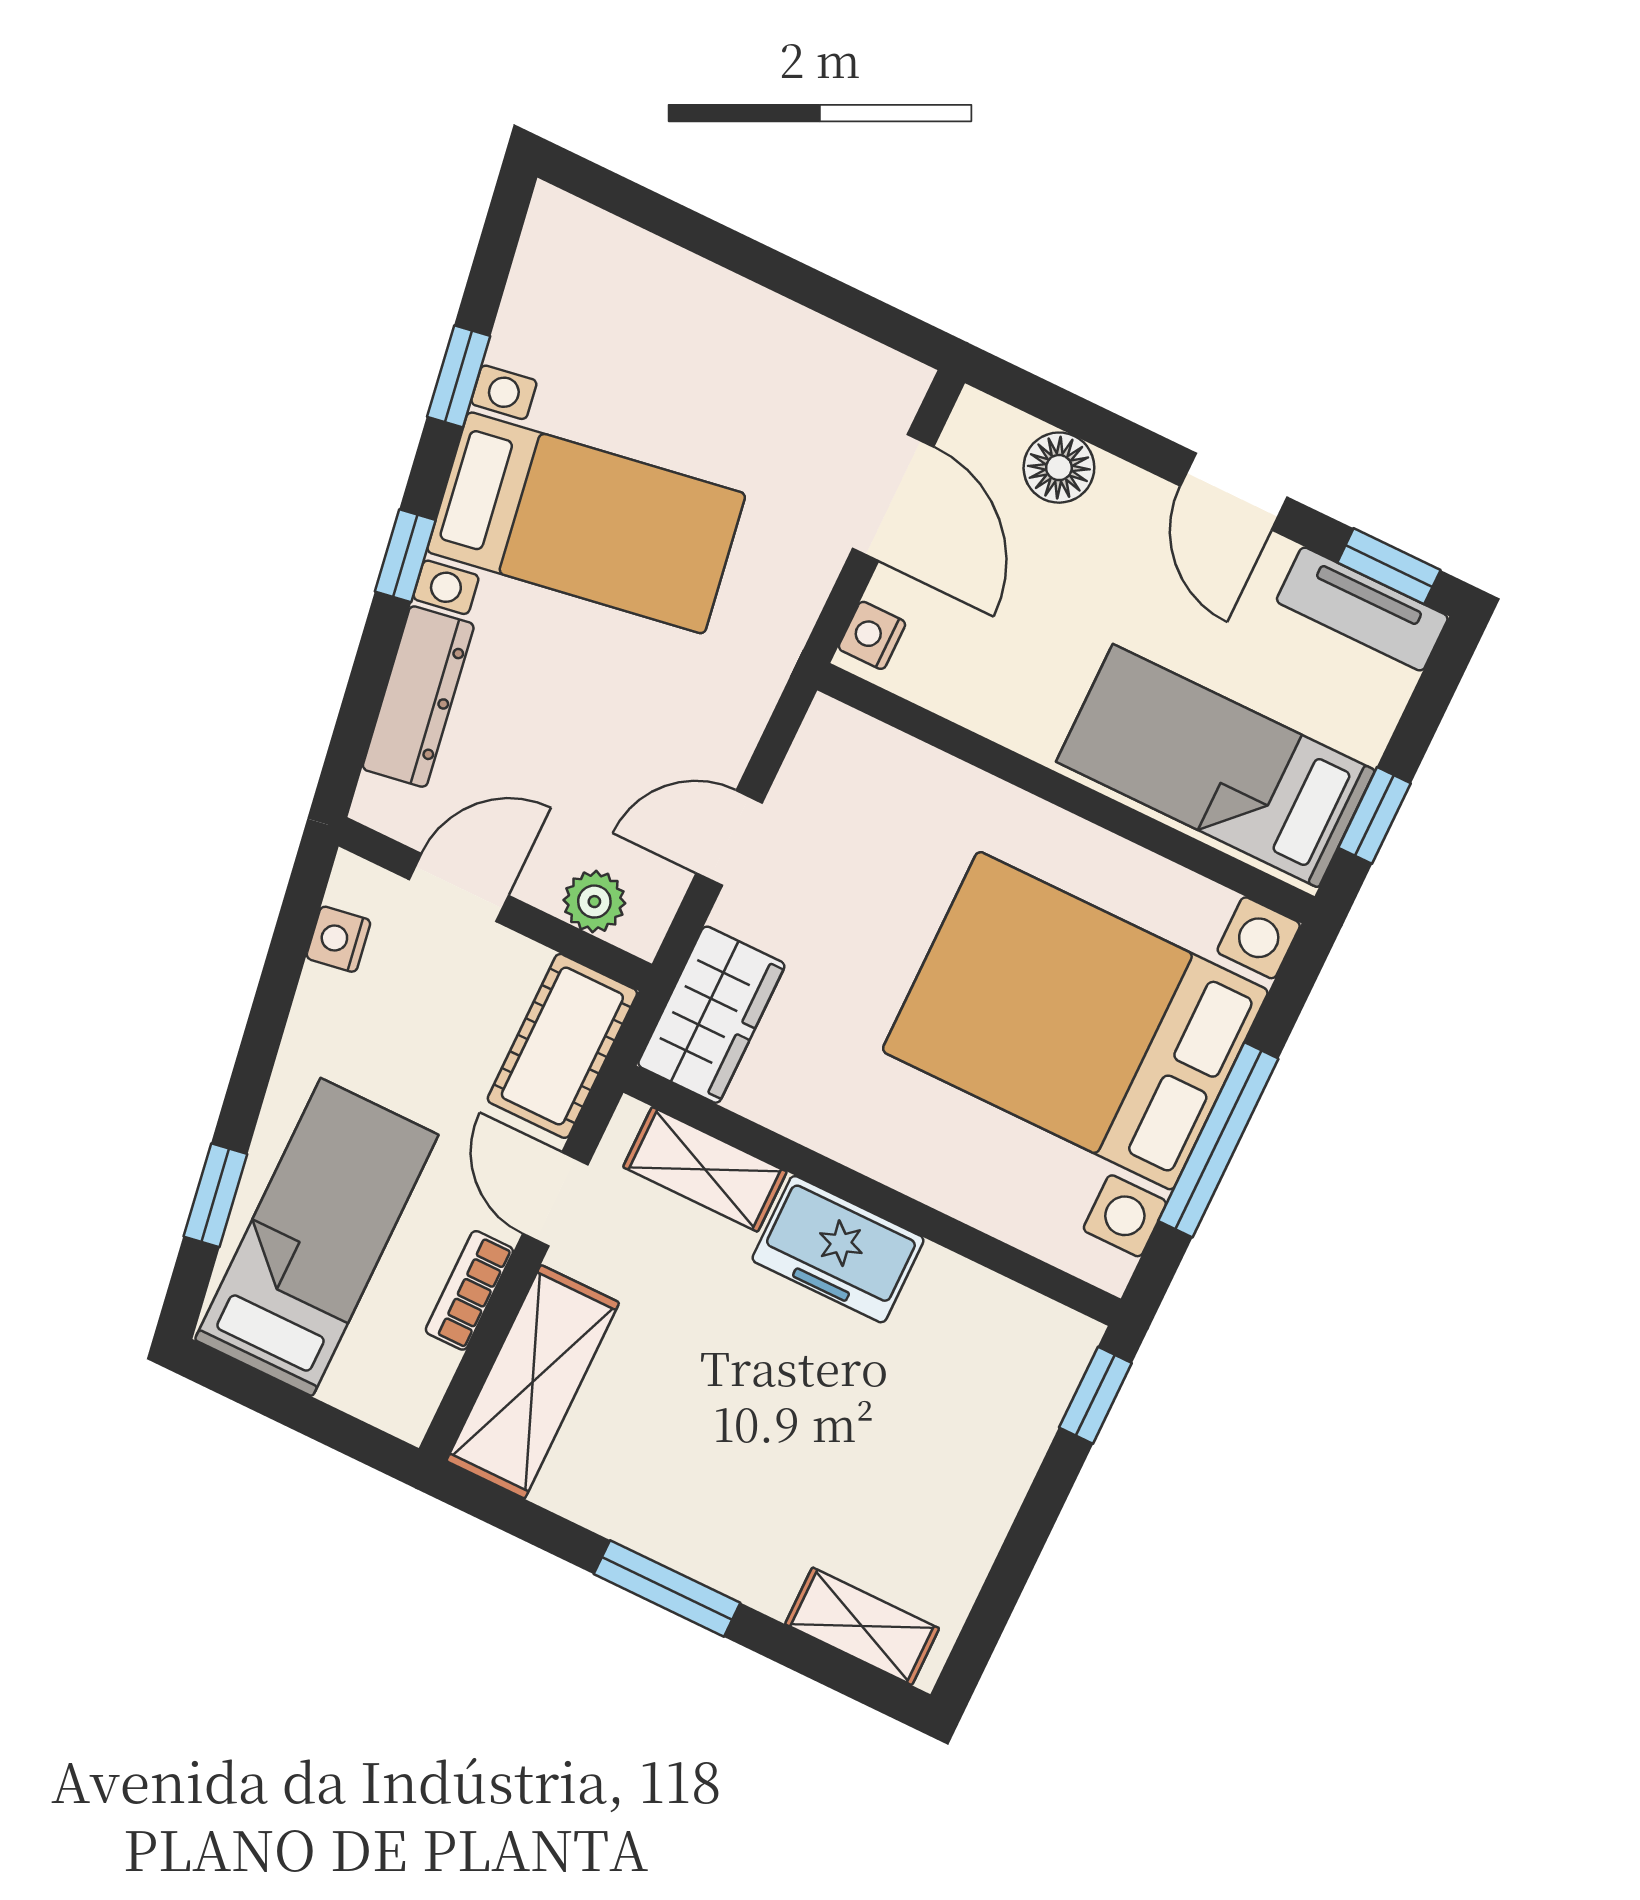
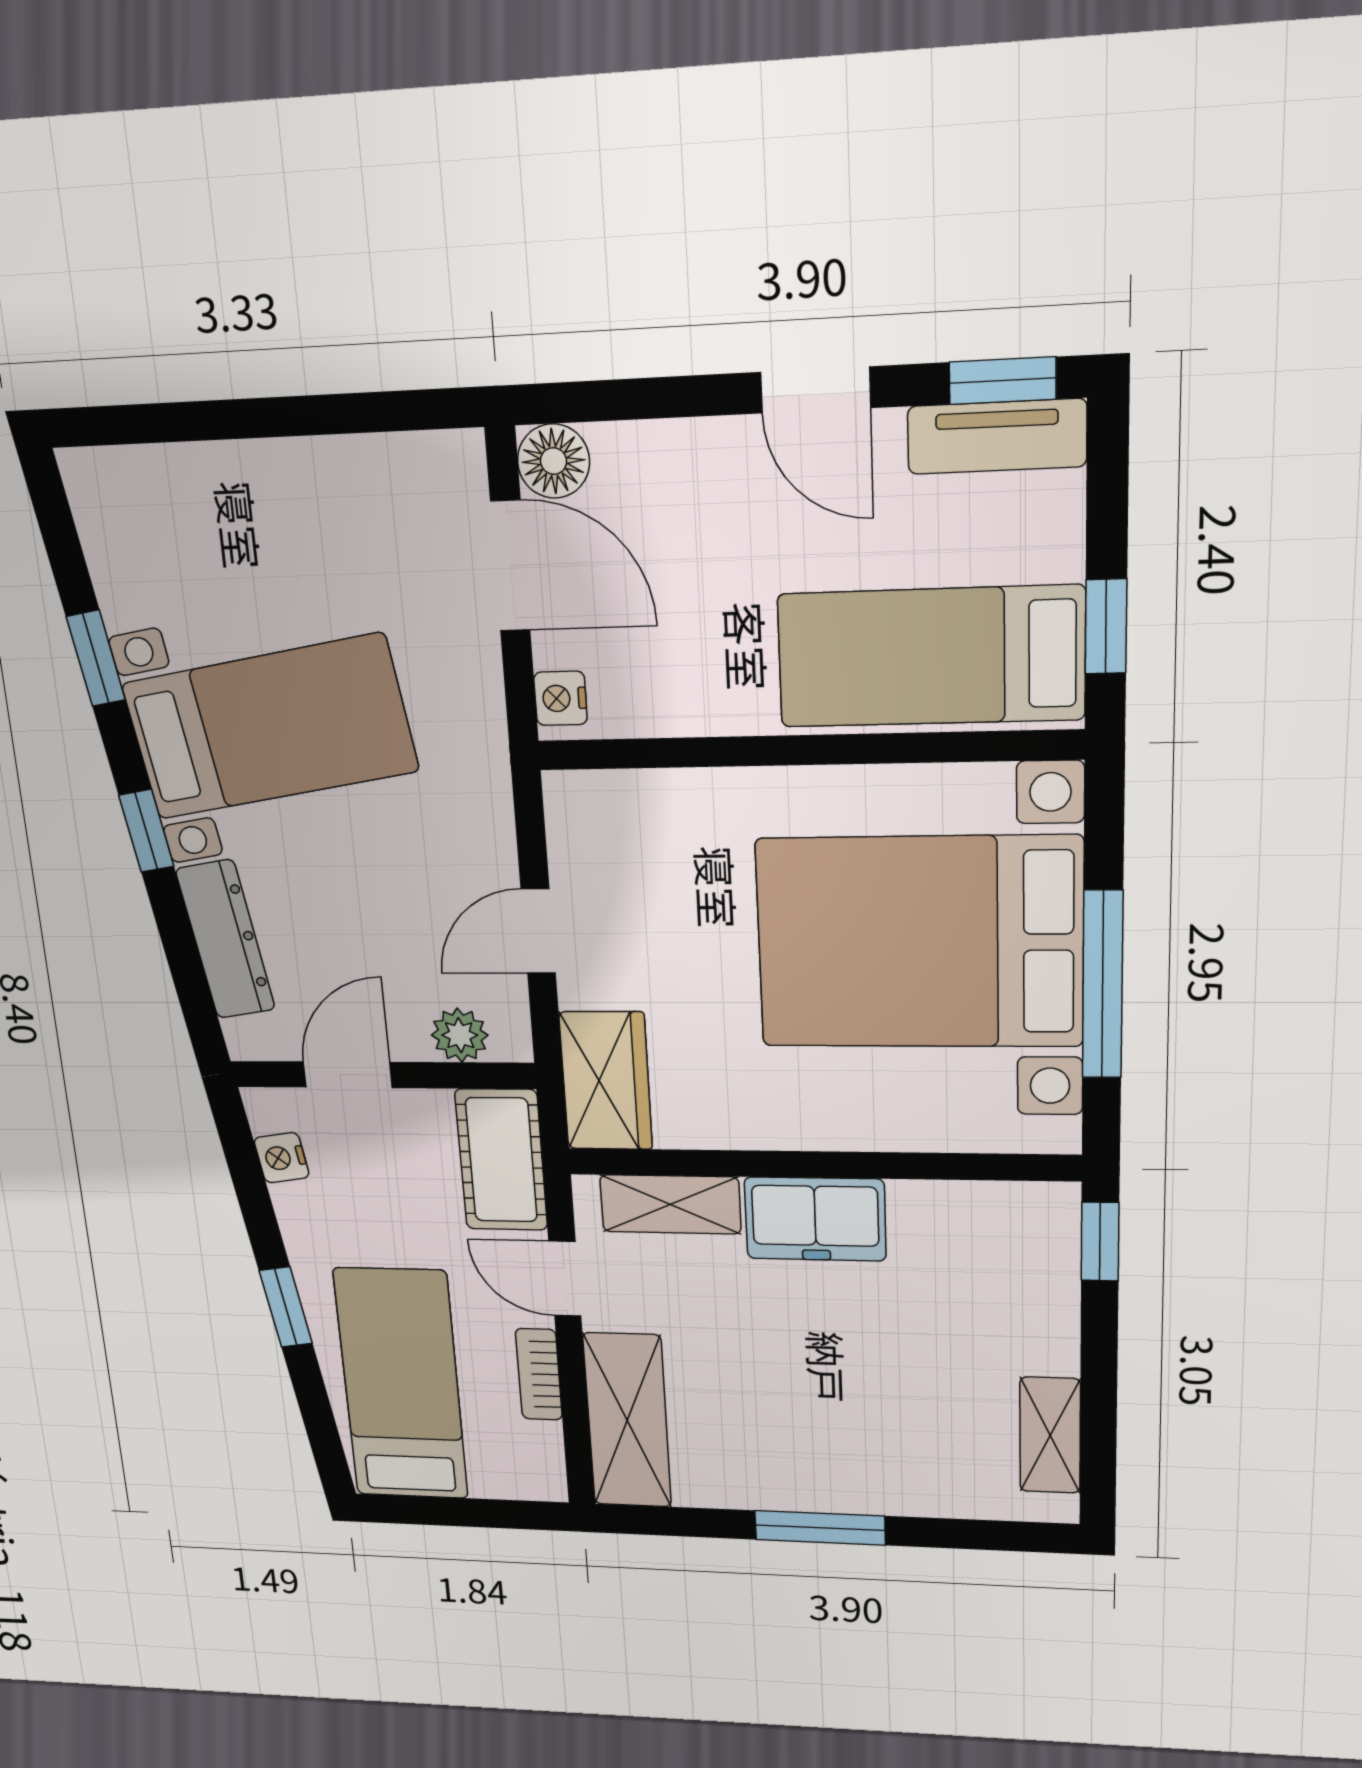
floor lamp: (1059, 468) -> (553, 461), moved
window: (215, 1195) -> (286, 1307), moved
shelving: (862, 1626) -> (1050, 1435), moved, turned 90

